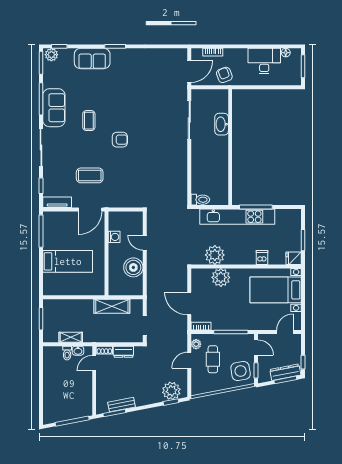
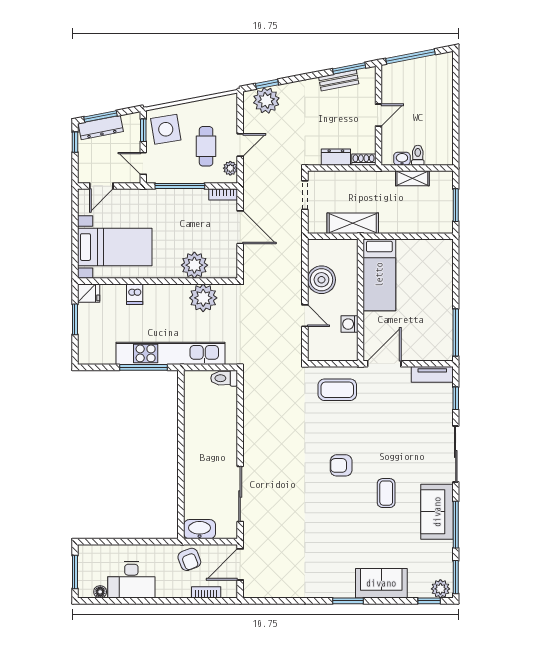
washbasin: (222, 124) -> (200, 529), moved, turned -90
coffee table: (90, 175) -> (337, 390), moved
bed: (68, 261) -> (379, 275), moved, turned -90
door: (94, 363) -> (378, 115), moved

